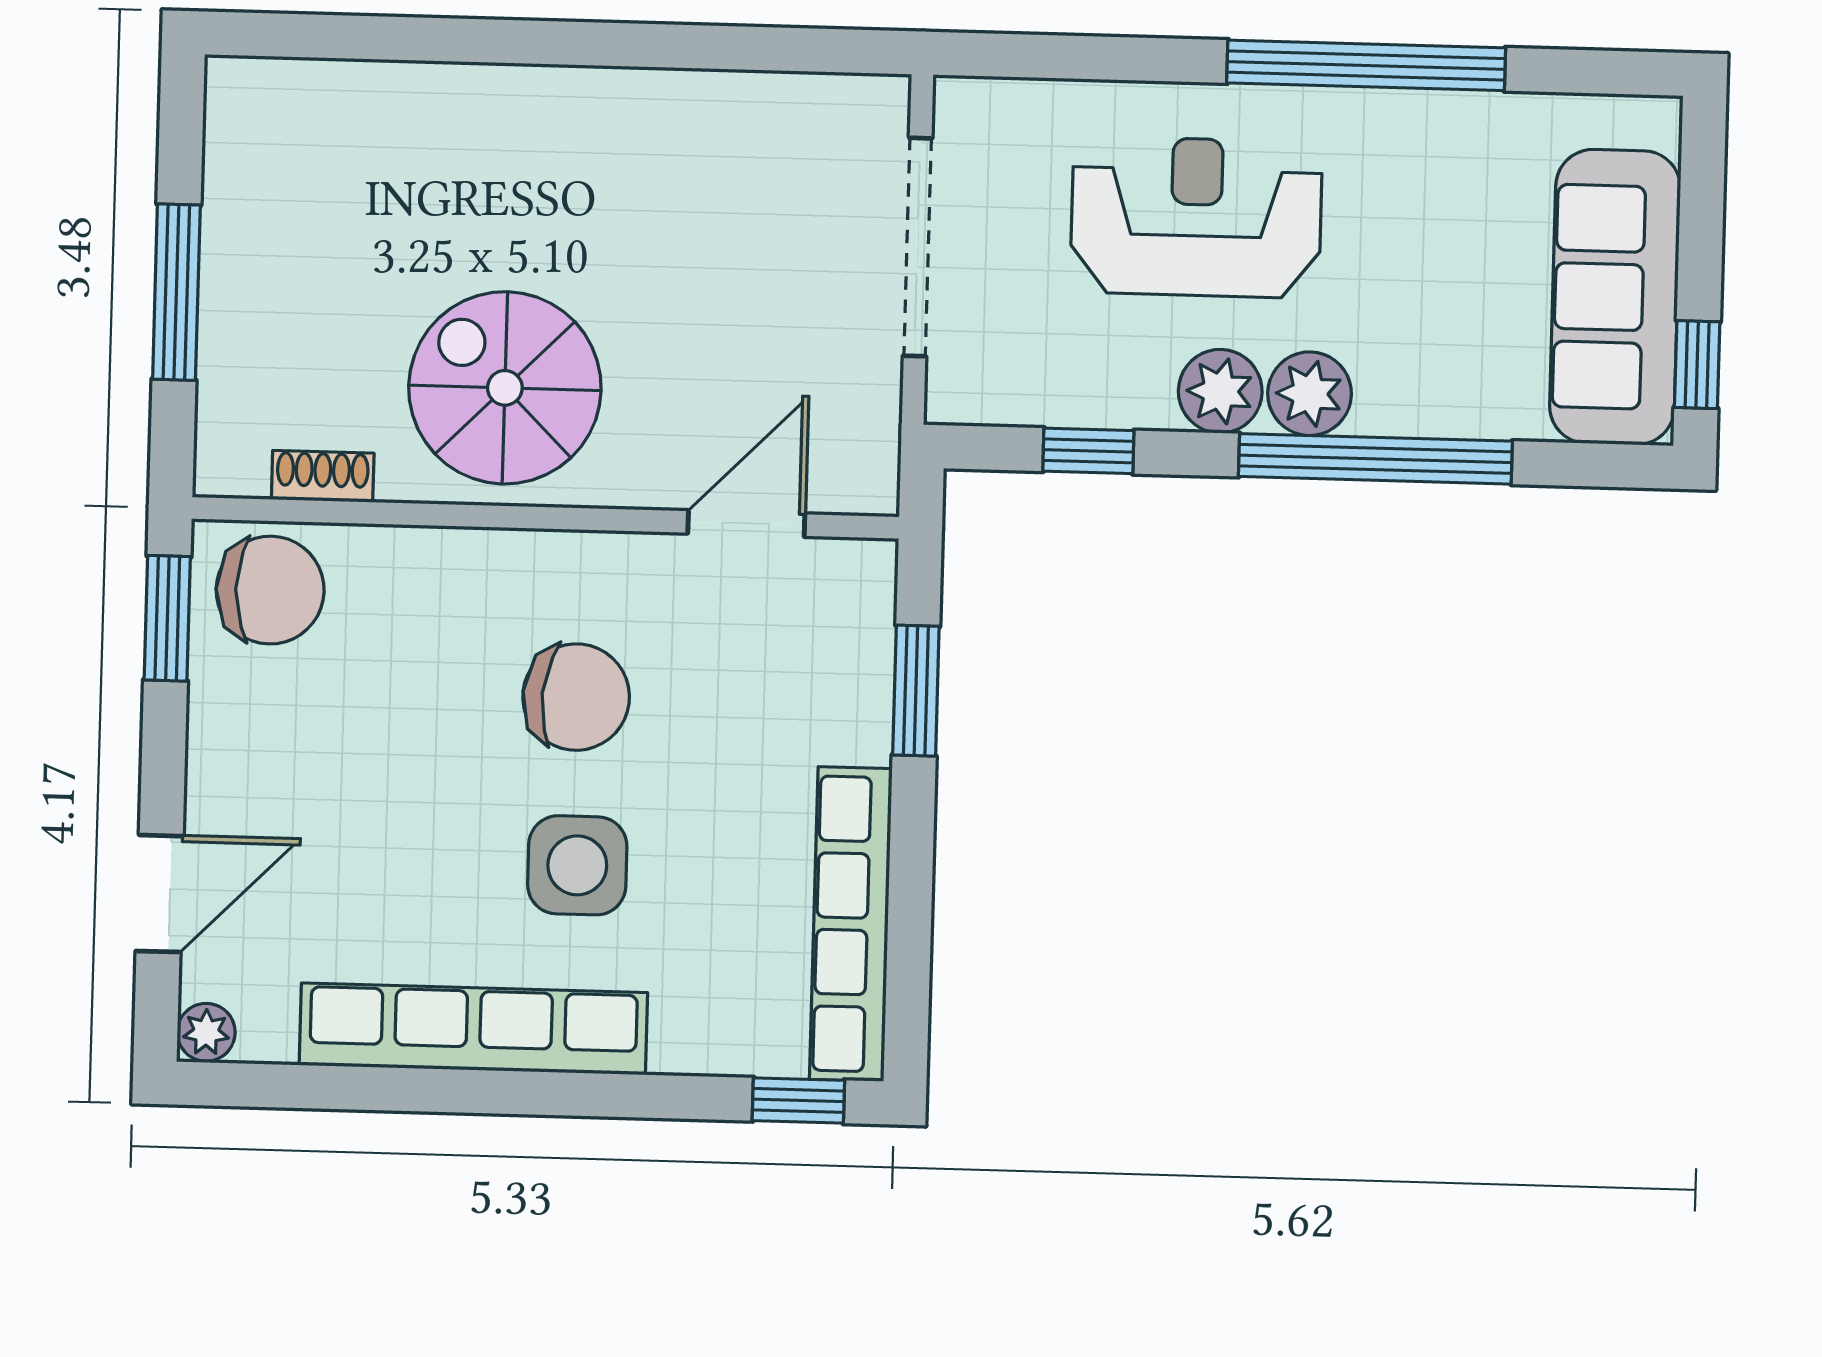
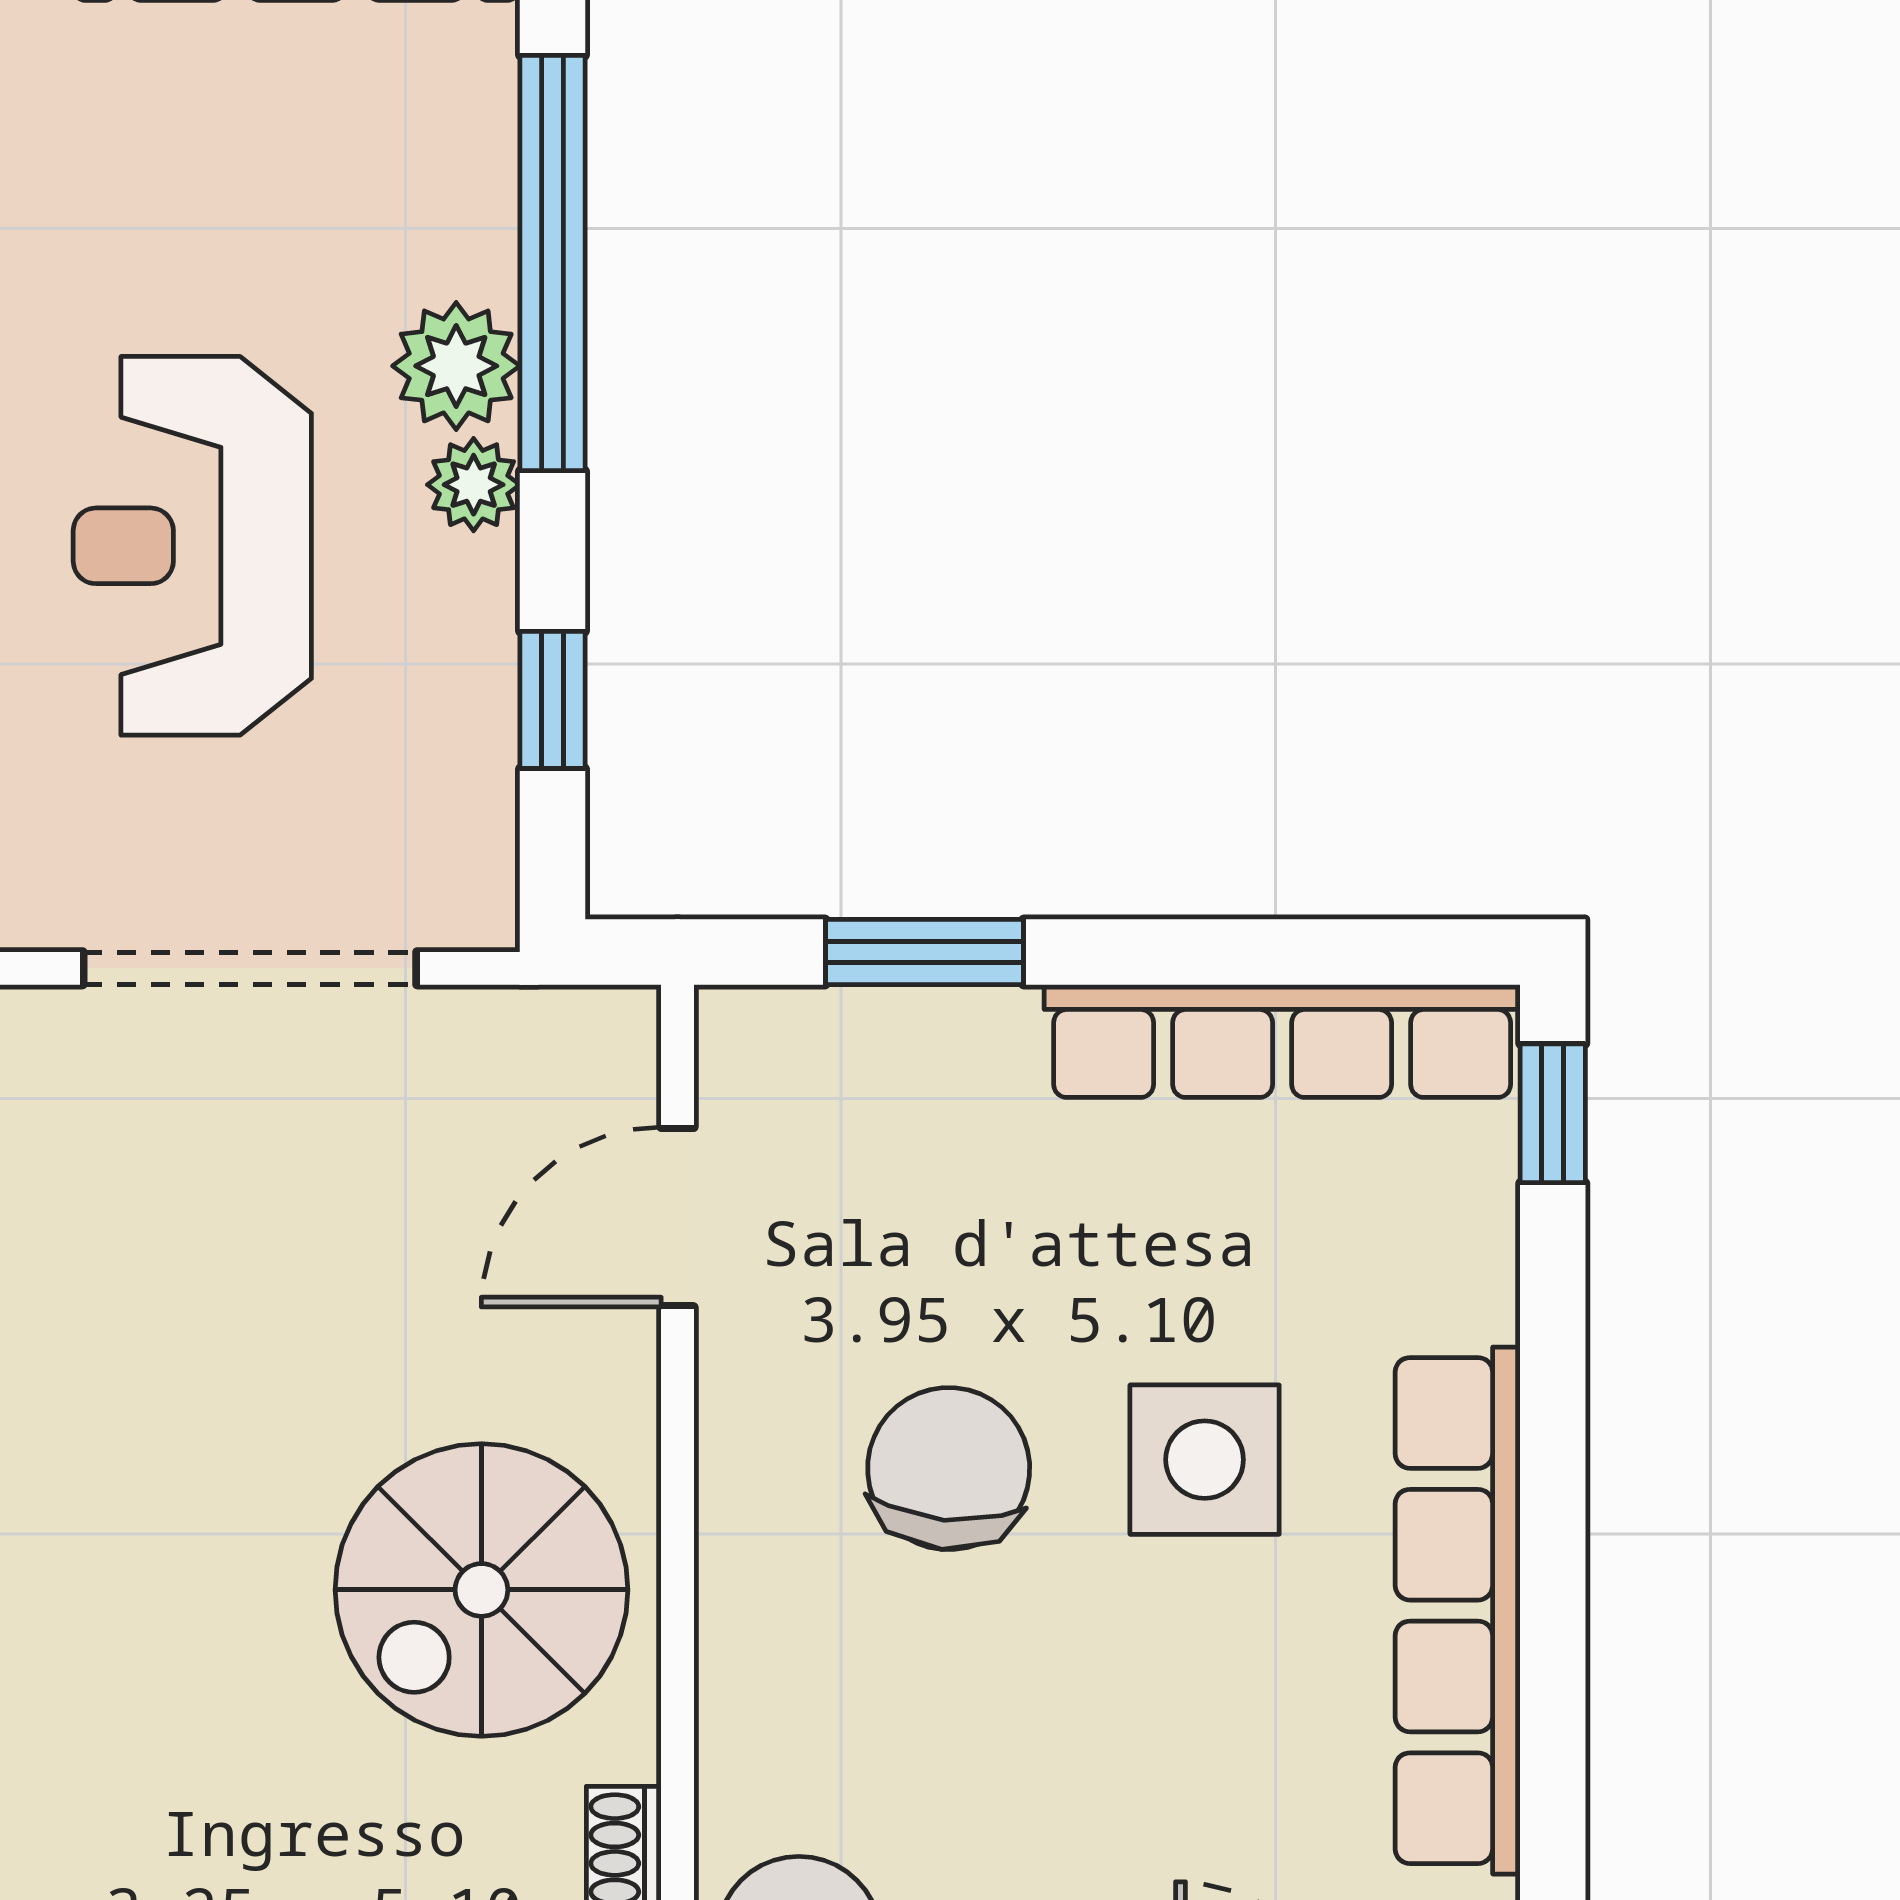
plant: (1220, 391) -> (474, 485), width x0.73, depth x0.73
door: (746, 524) -> (678, 1217), hinge flipped

